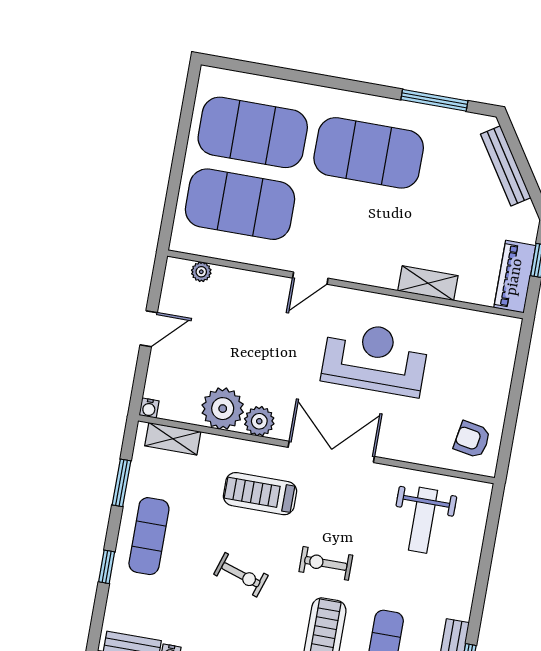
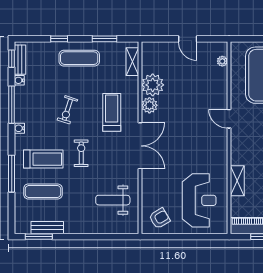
reception desk: (375, 358) -> (199, 200), moved
water cooler: (149, 408) -> (146, 46), removed
armchair: (472, 440) -> (160, 218), turned 49

